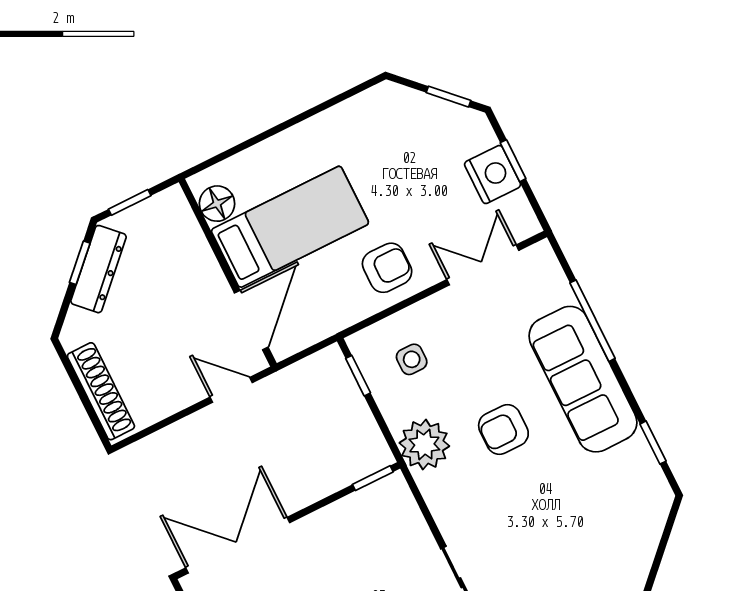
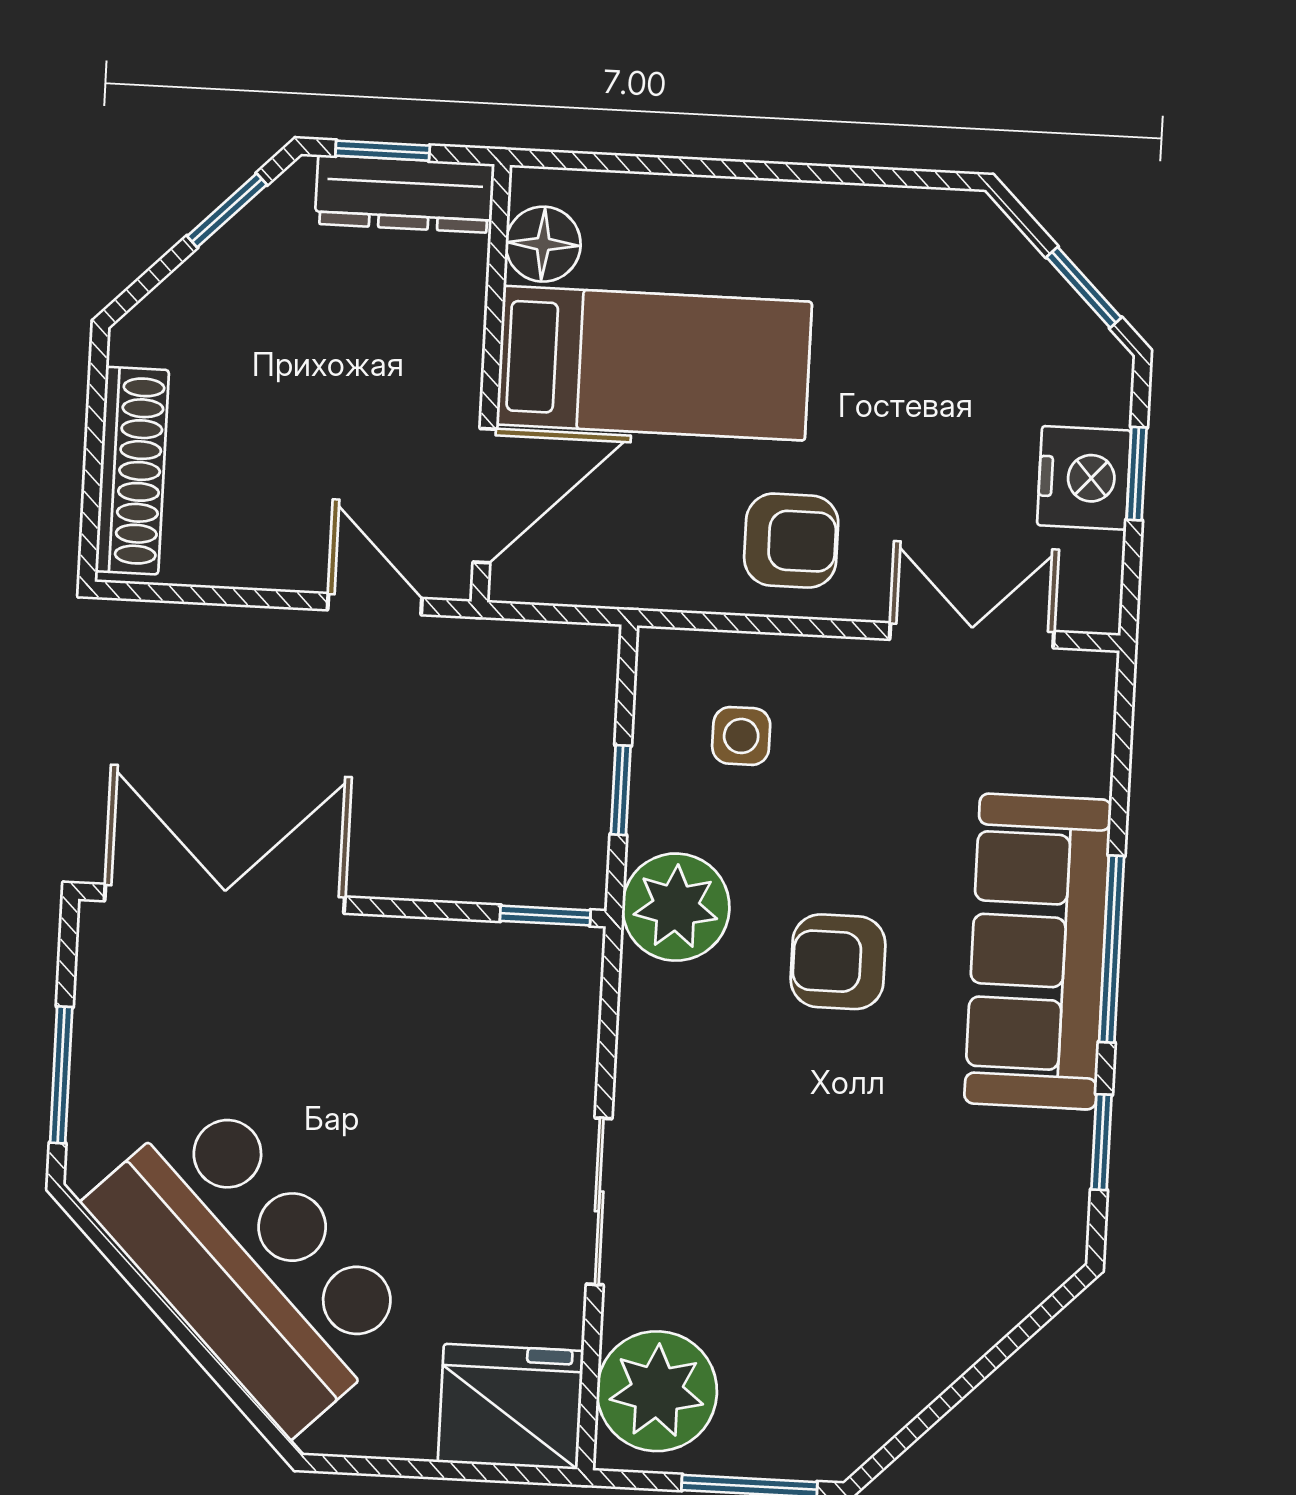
dresser: (98, 269) -> (405, 194), moved, turned 45
window: (592, 321) -> (1112, 949), moved
window: (358, 376) -> (621, 790), moved

